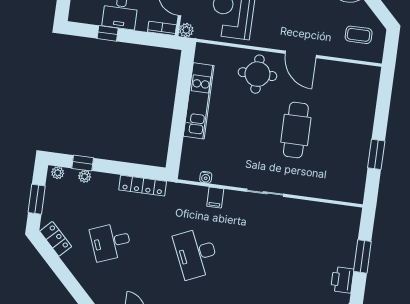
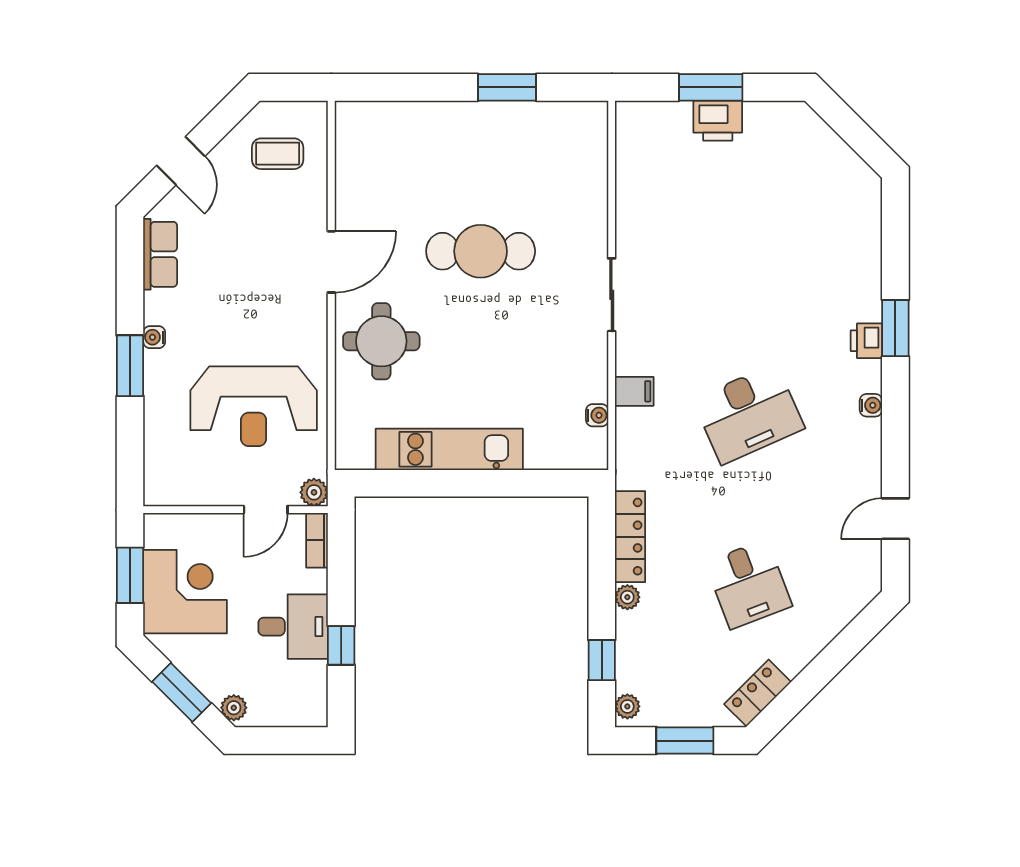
coffee table: (359, 35) -> (278, 154), turned 90
plant: (85, 176) -> (627, 597), moved
printer: (342, 280) -> (718, 121), moved

